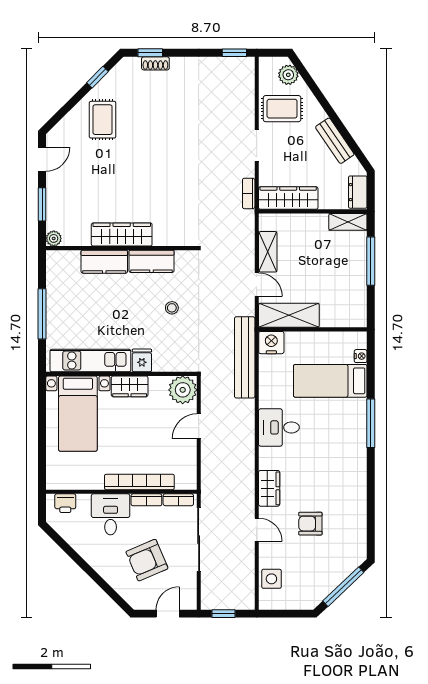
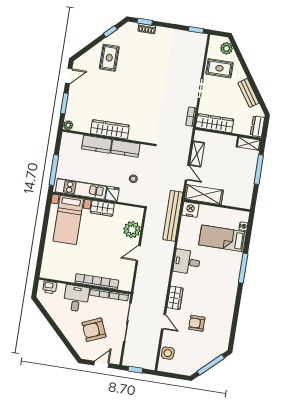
fridge: (142, 360) -> (112, 194), moved
kitchen unit: (90, 361) -> (81, 189), moved
wall: (121, 374) -> (98, 200), moved
wardrobe: (130, 386) -> (102, 208), moved
bed with nightstands: (78, 414) -> (68, 220), moved

